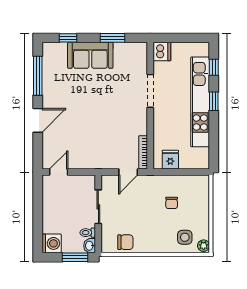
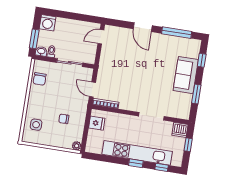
window: (179, 38) -> (188, 145), added
door: (59, 172) -> (101, 37), swing flipped
plant: (204, 246) -> (77, 146), moved

